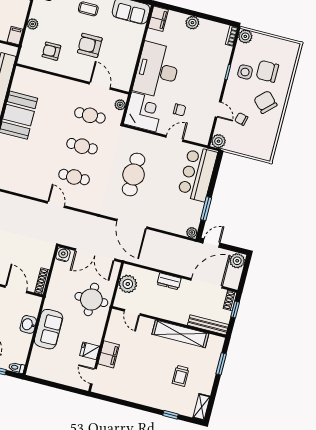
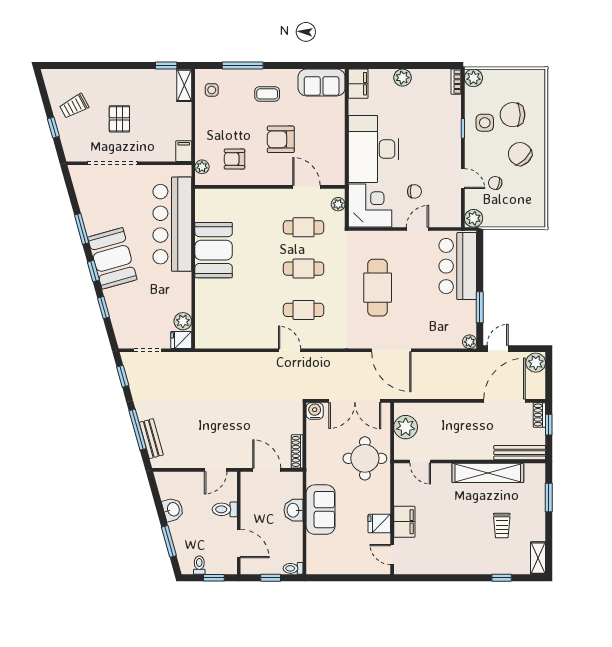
plant: (33, 24) -> (202, 167), moved
dresser: (169, 281) -> (457, 410), removed

